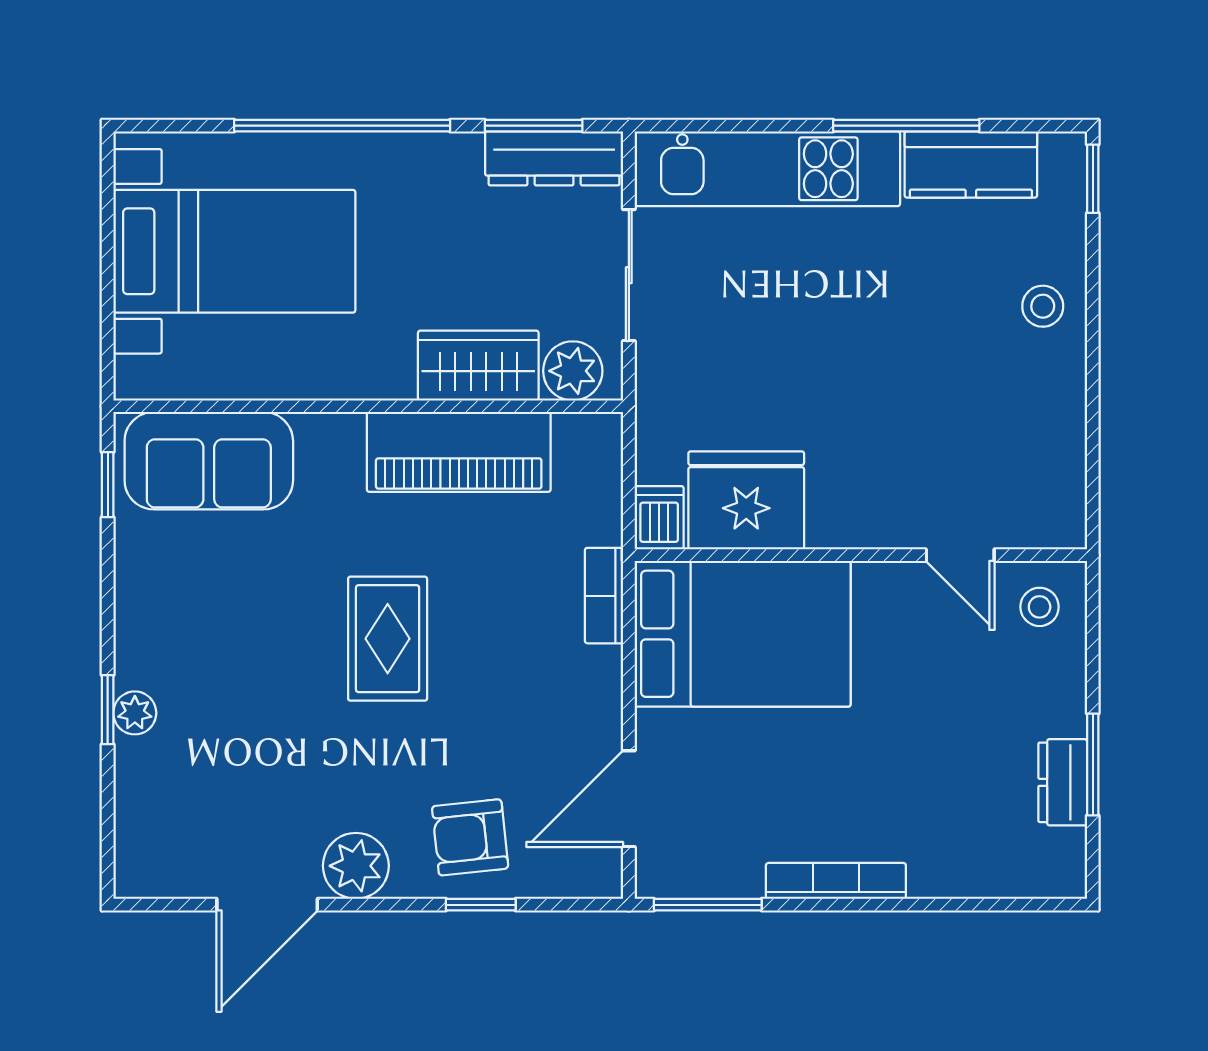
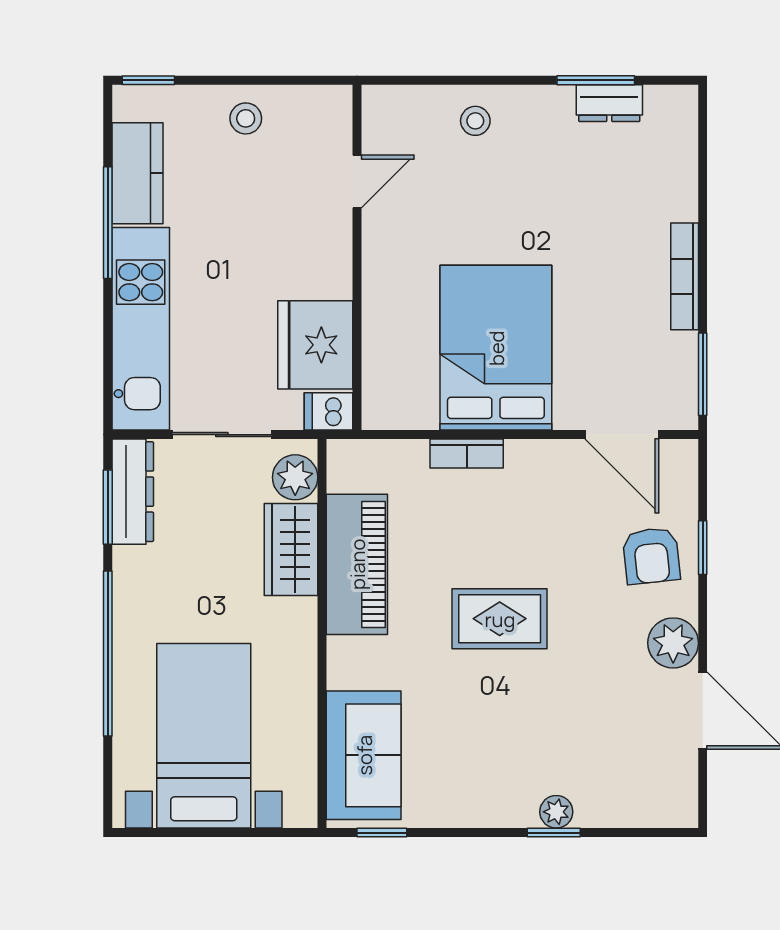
fridge: (746, 500) -> (315, 345), moved
dishwasher: (659, 518) -> (329, 411), moved
wall: (861, 555) -> (357, 257), moved
door: (960, 555) -> (357, 182), moved

